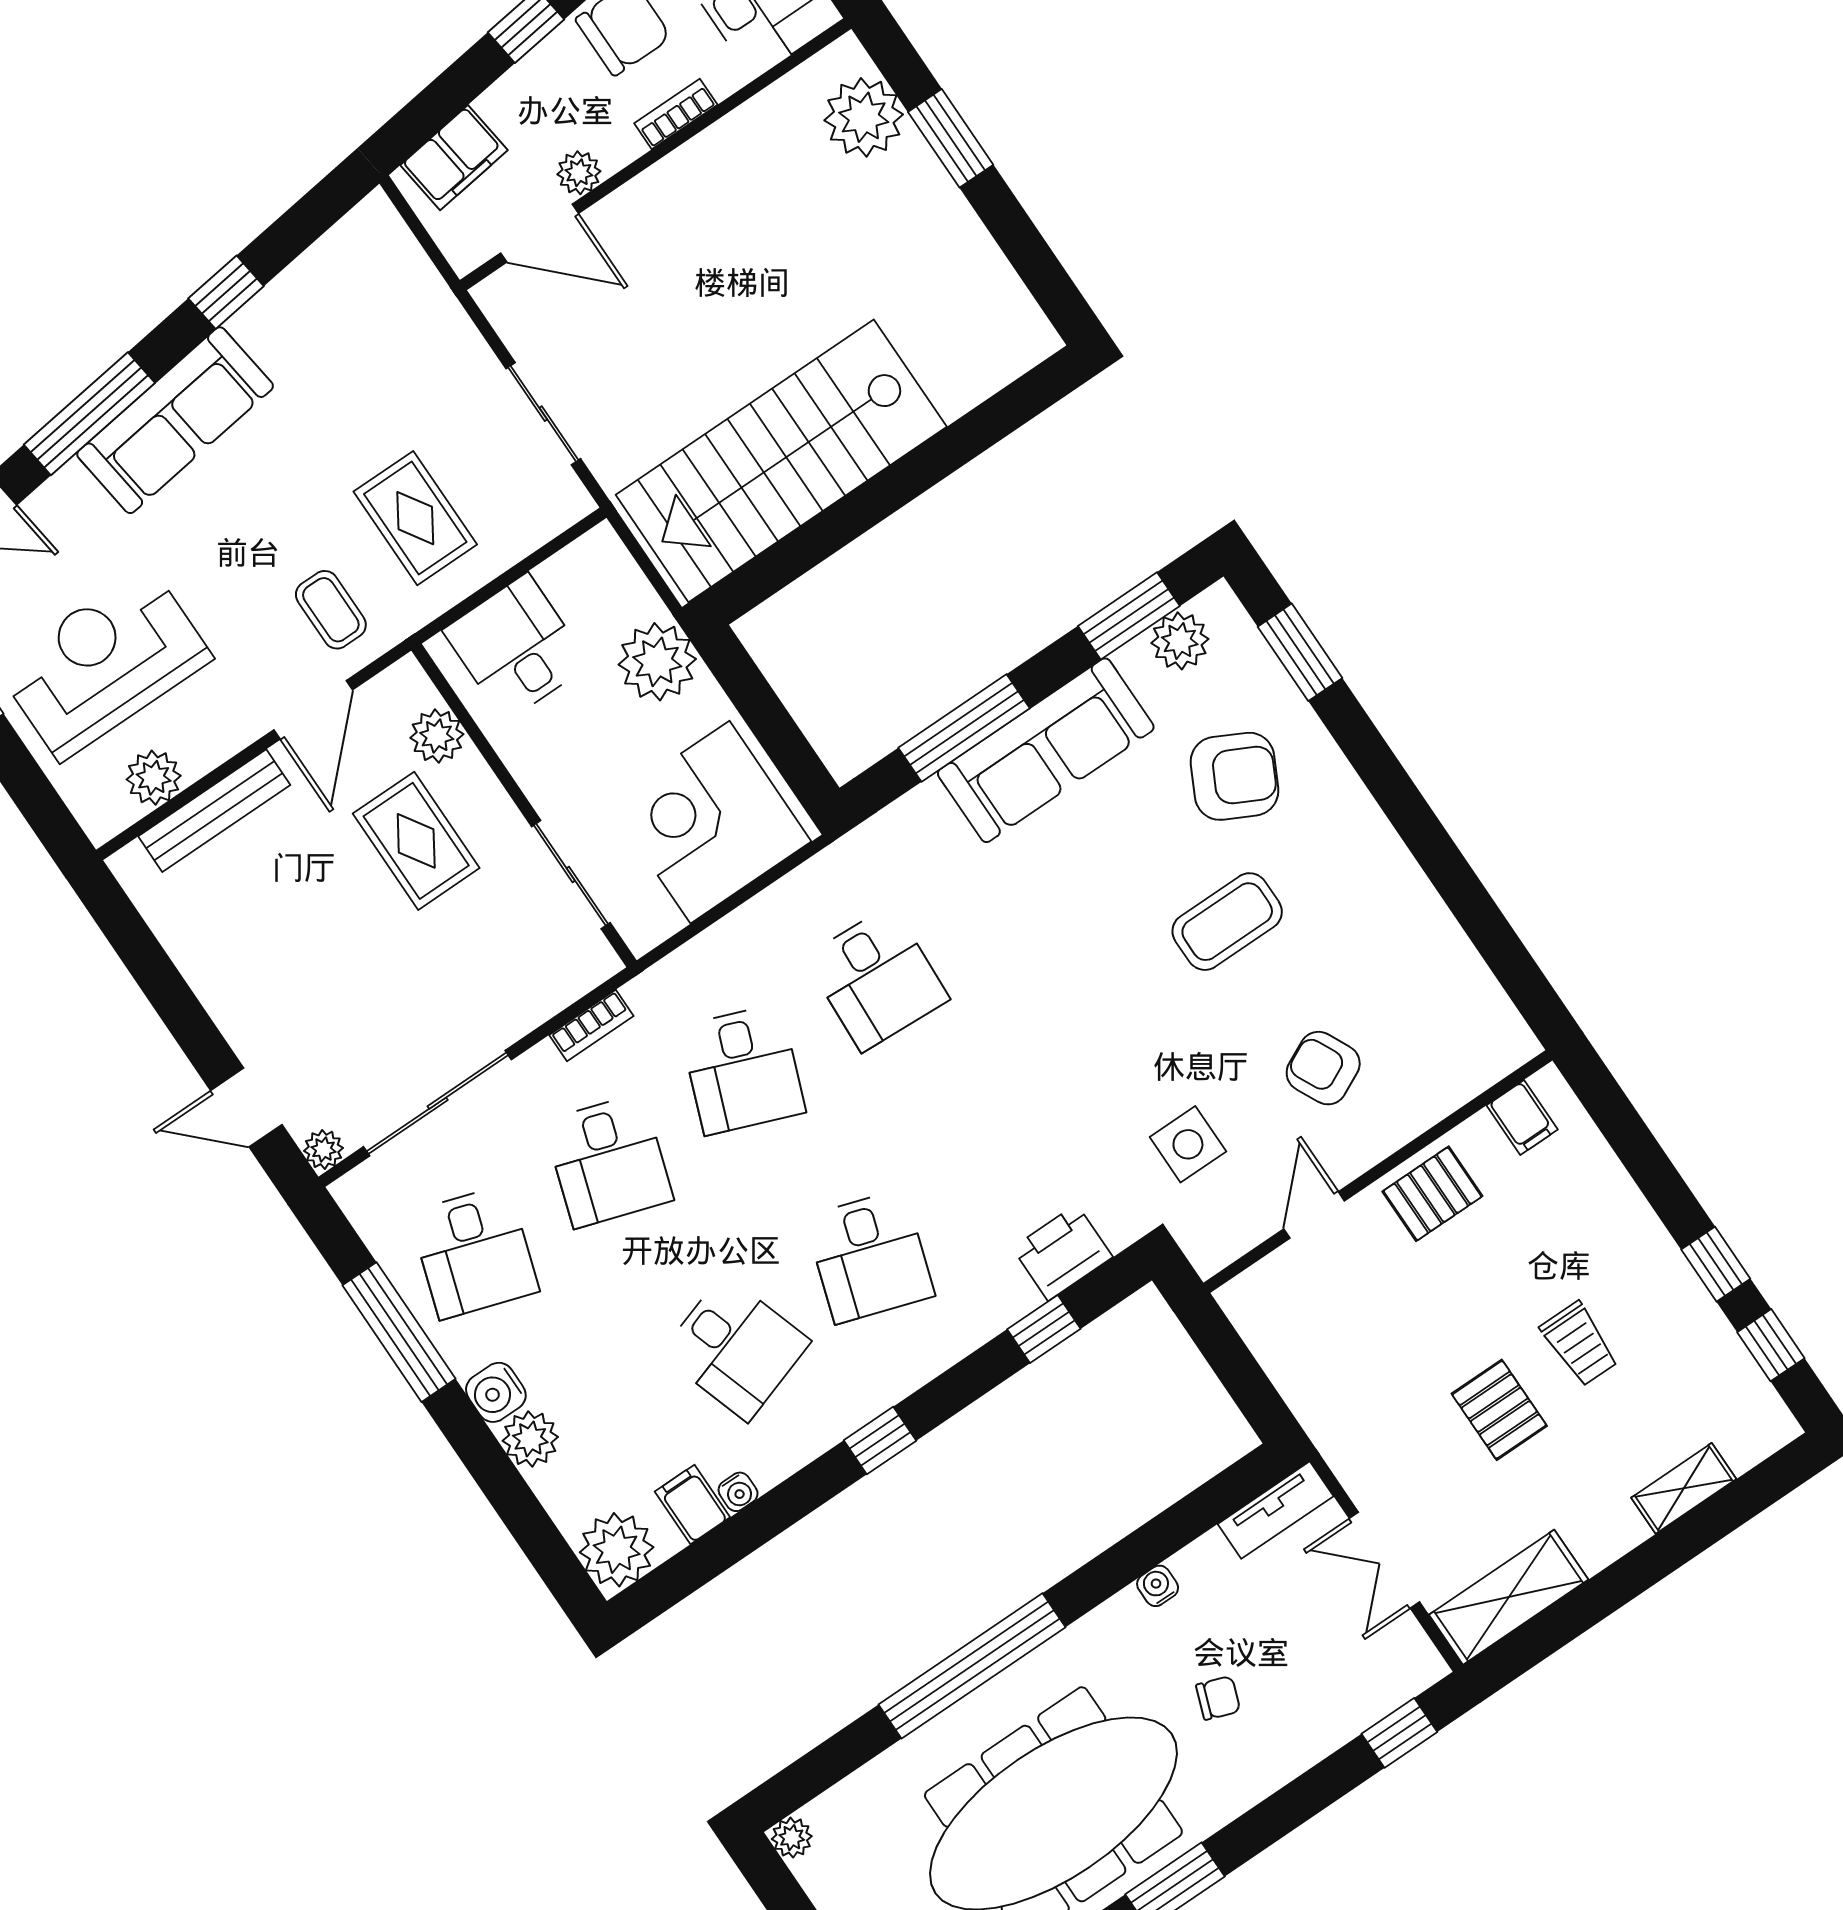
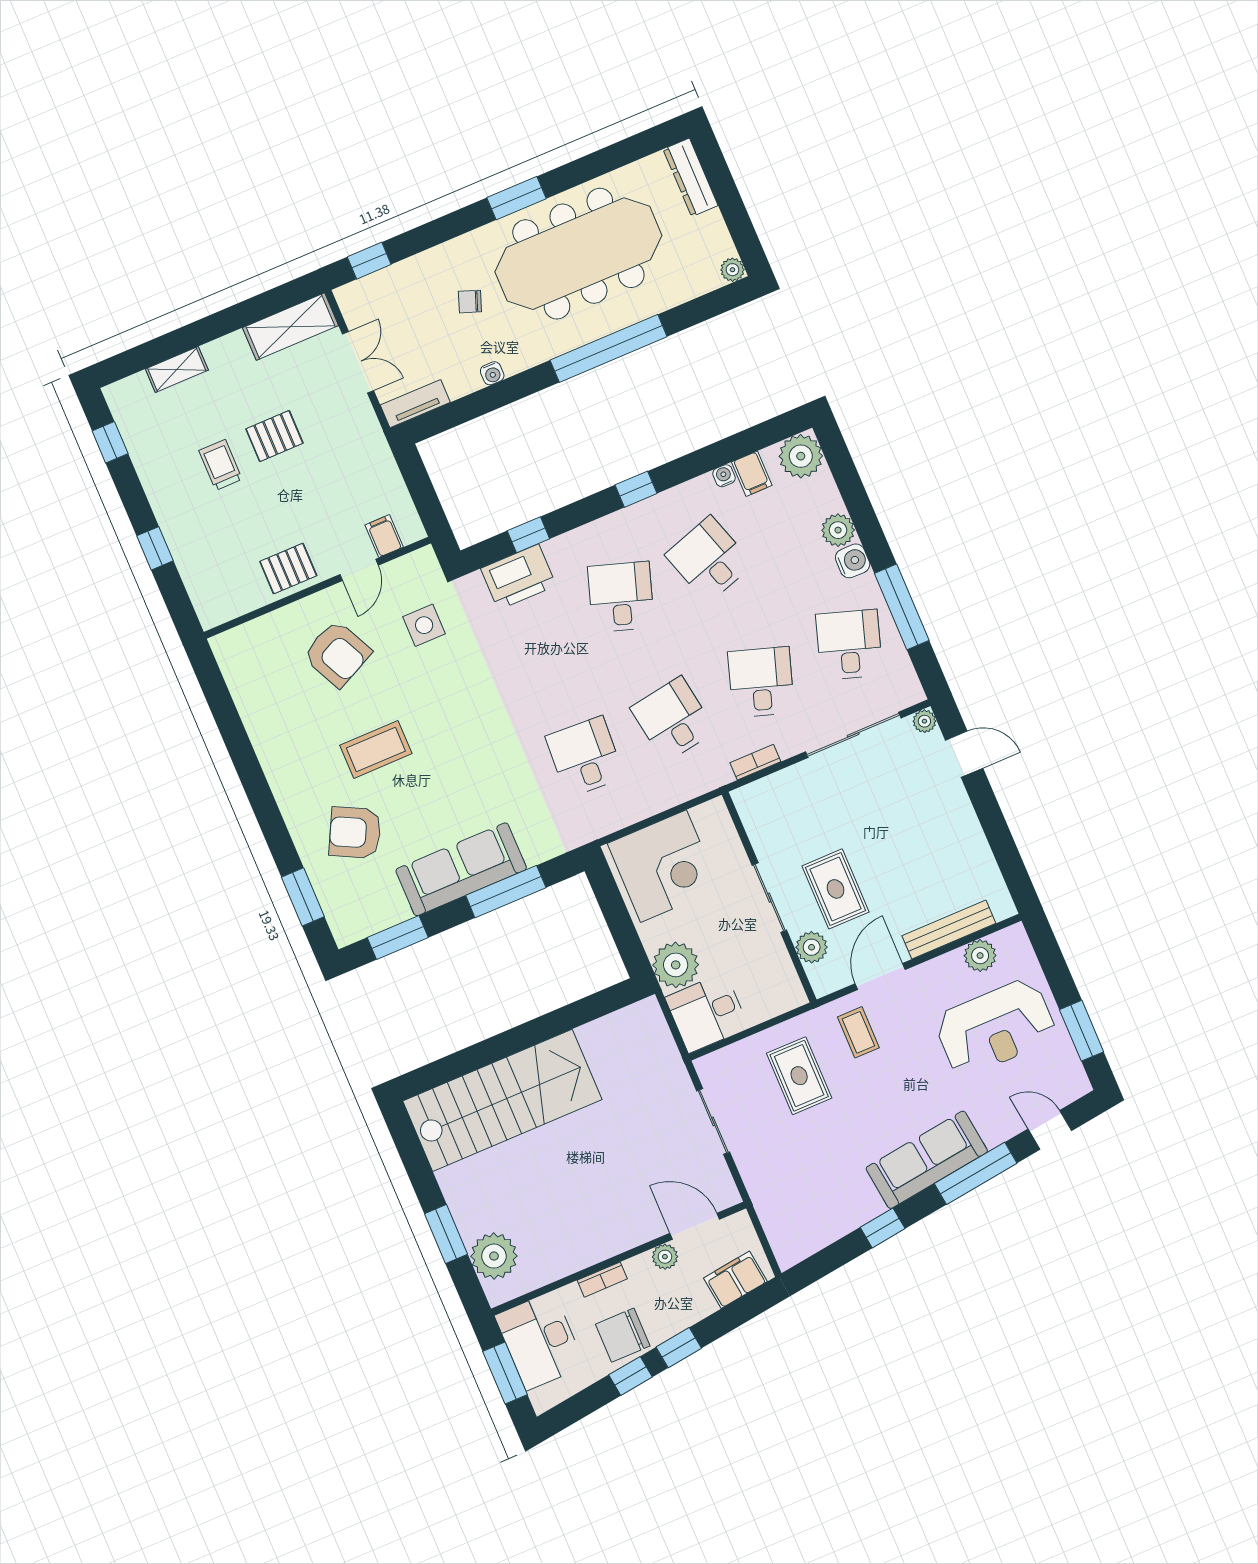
stairs: (781, 461) -> (502, 1100), moved
plant: (1180, 641) -> (371, 917), removed
desk: (516, 647) -> (707, 1013), moved, turned 90
sliding door: (571, 874) -> (769, 898), moved
armchair: (1323, 1068) -> (337, 654), width x1.38, depth x1.38
desk: (743, 1070) -> (673, 719), turned -30
filing cabinet: (1522, 1117) -> (384, 536), moved
printer: (1062, 1252) -> (518, 577), width x1.37, depth x1.19
window: (1716, 1264) -> (155, 548), moved
pallet: (1499, 1410) -> (274, 436), turned 90

